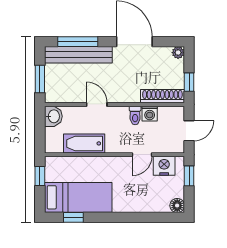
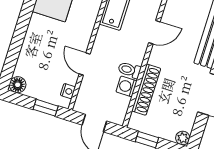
shoe rack: (162, 96) -> (146, 90), moved
nightstand: (164, 166) -> (68, 91), width x0.53, depth x0.56

